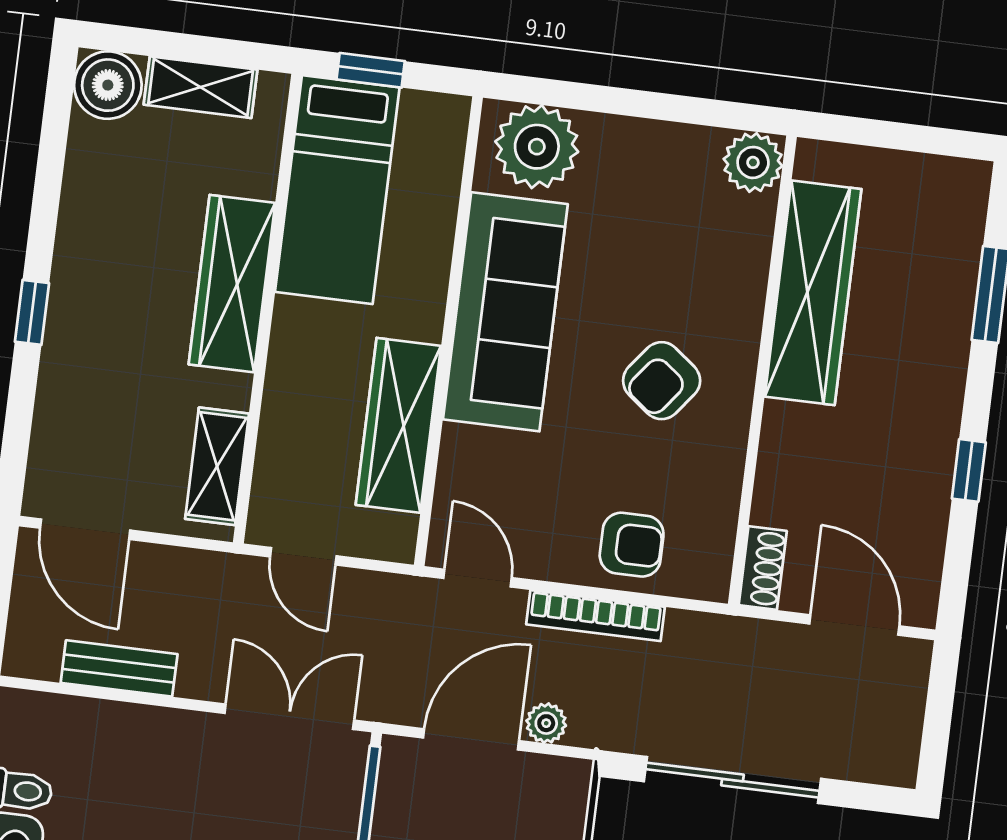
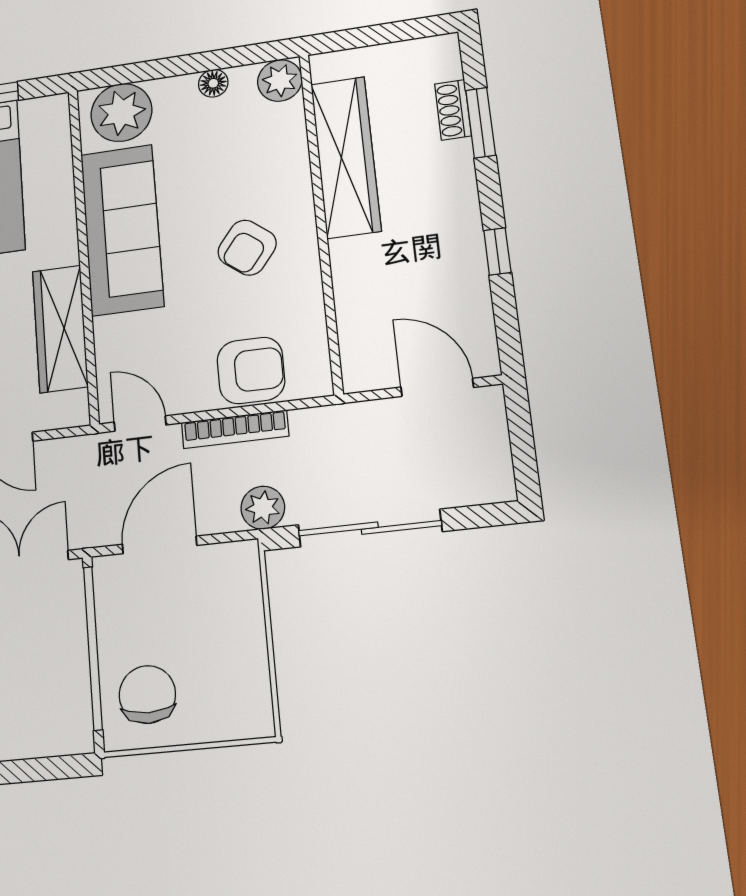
floor lamp: (666, 141) -> (213, 83), added
armchair: (632, 545) -> (251, 370), width x1.38, depth x1.38
shoe rack: (763, 568) -> (453, 110), moved, turned 180
plant: (546, 723) -> (263, 508), moved, width x1.38, depth x1.38

